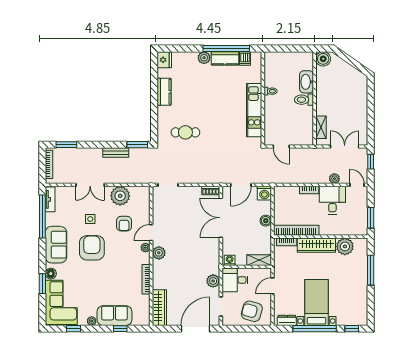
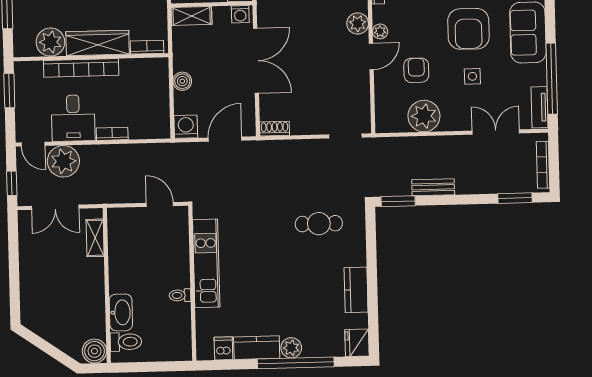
window: (226, 48) -> (296, 363), moved
toilet: (304, 100) -> (126, 342), moved
plant: (334, 179) -> (63, 161), width x1.88, depth x1.88
double door: (90, 185) -> (496, 132), moved
double door: (221, 218) -> (256, 61), moved
bookcase: (296, 230) -> (81, 68), moved

